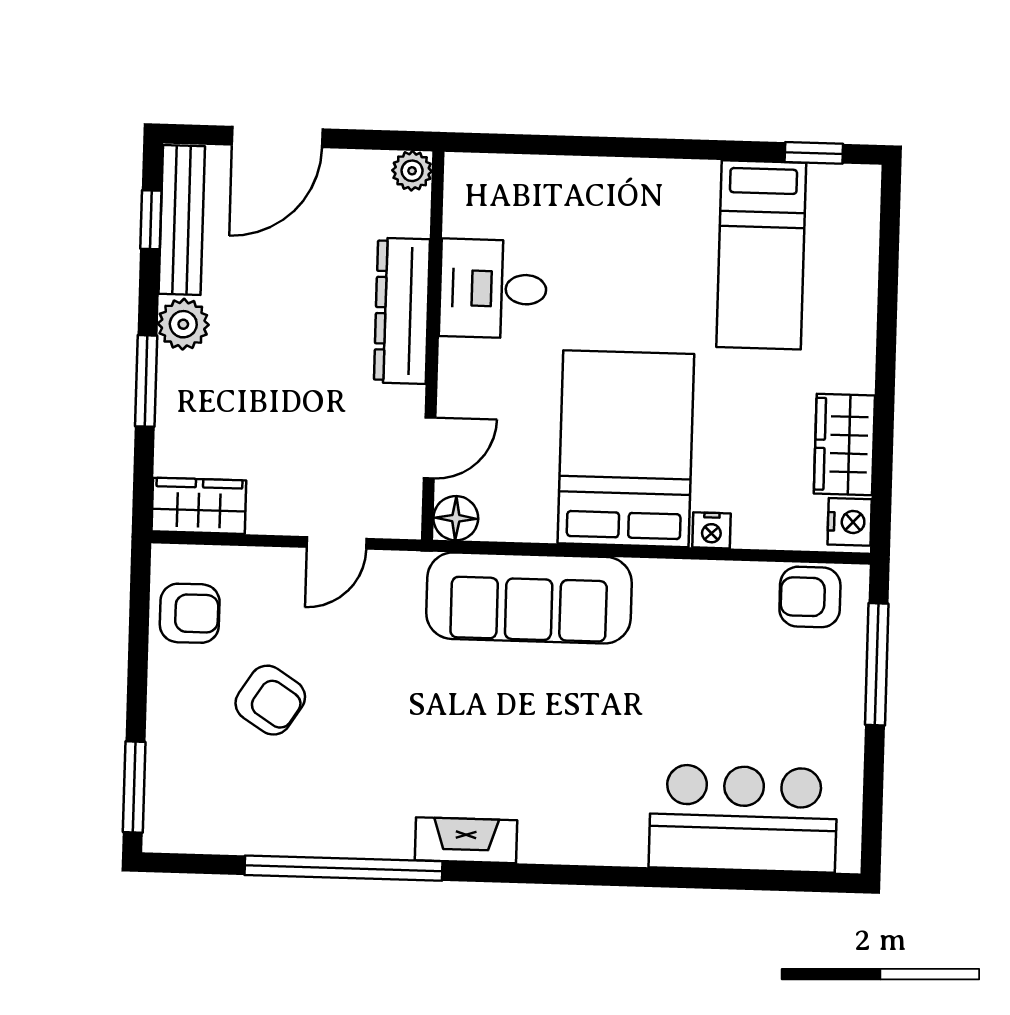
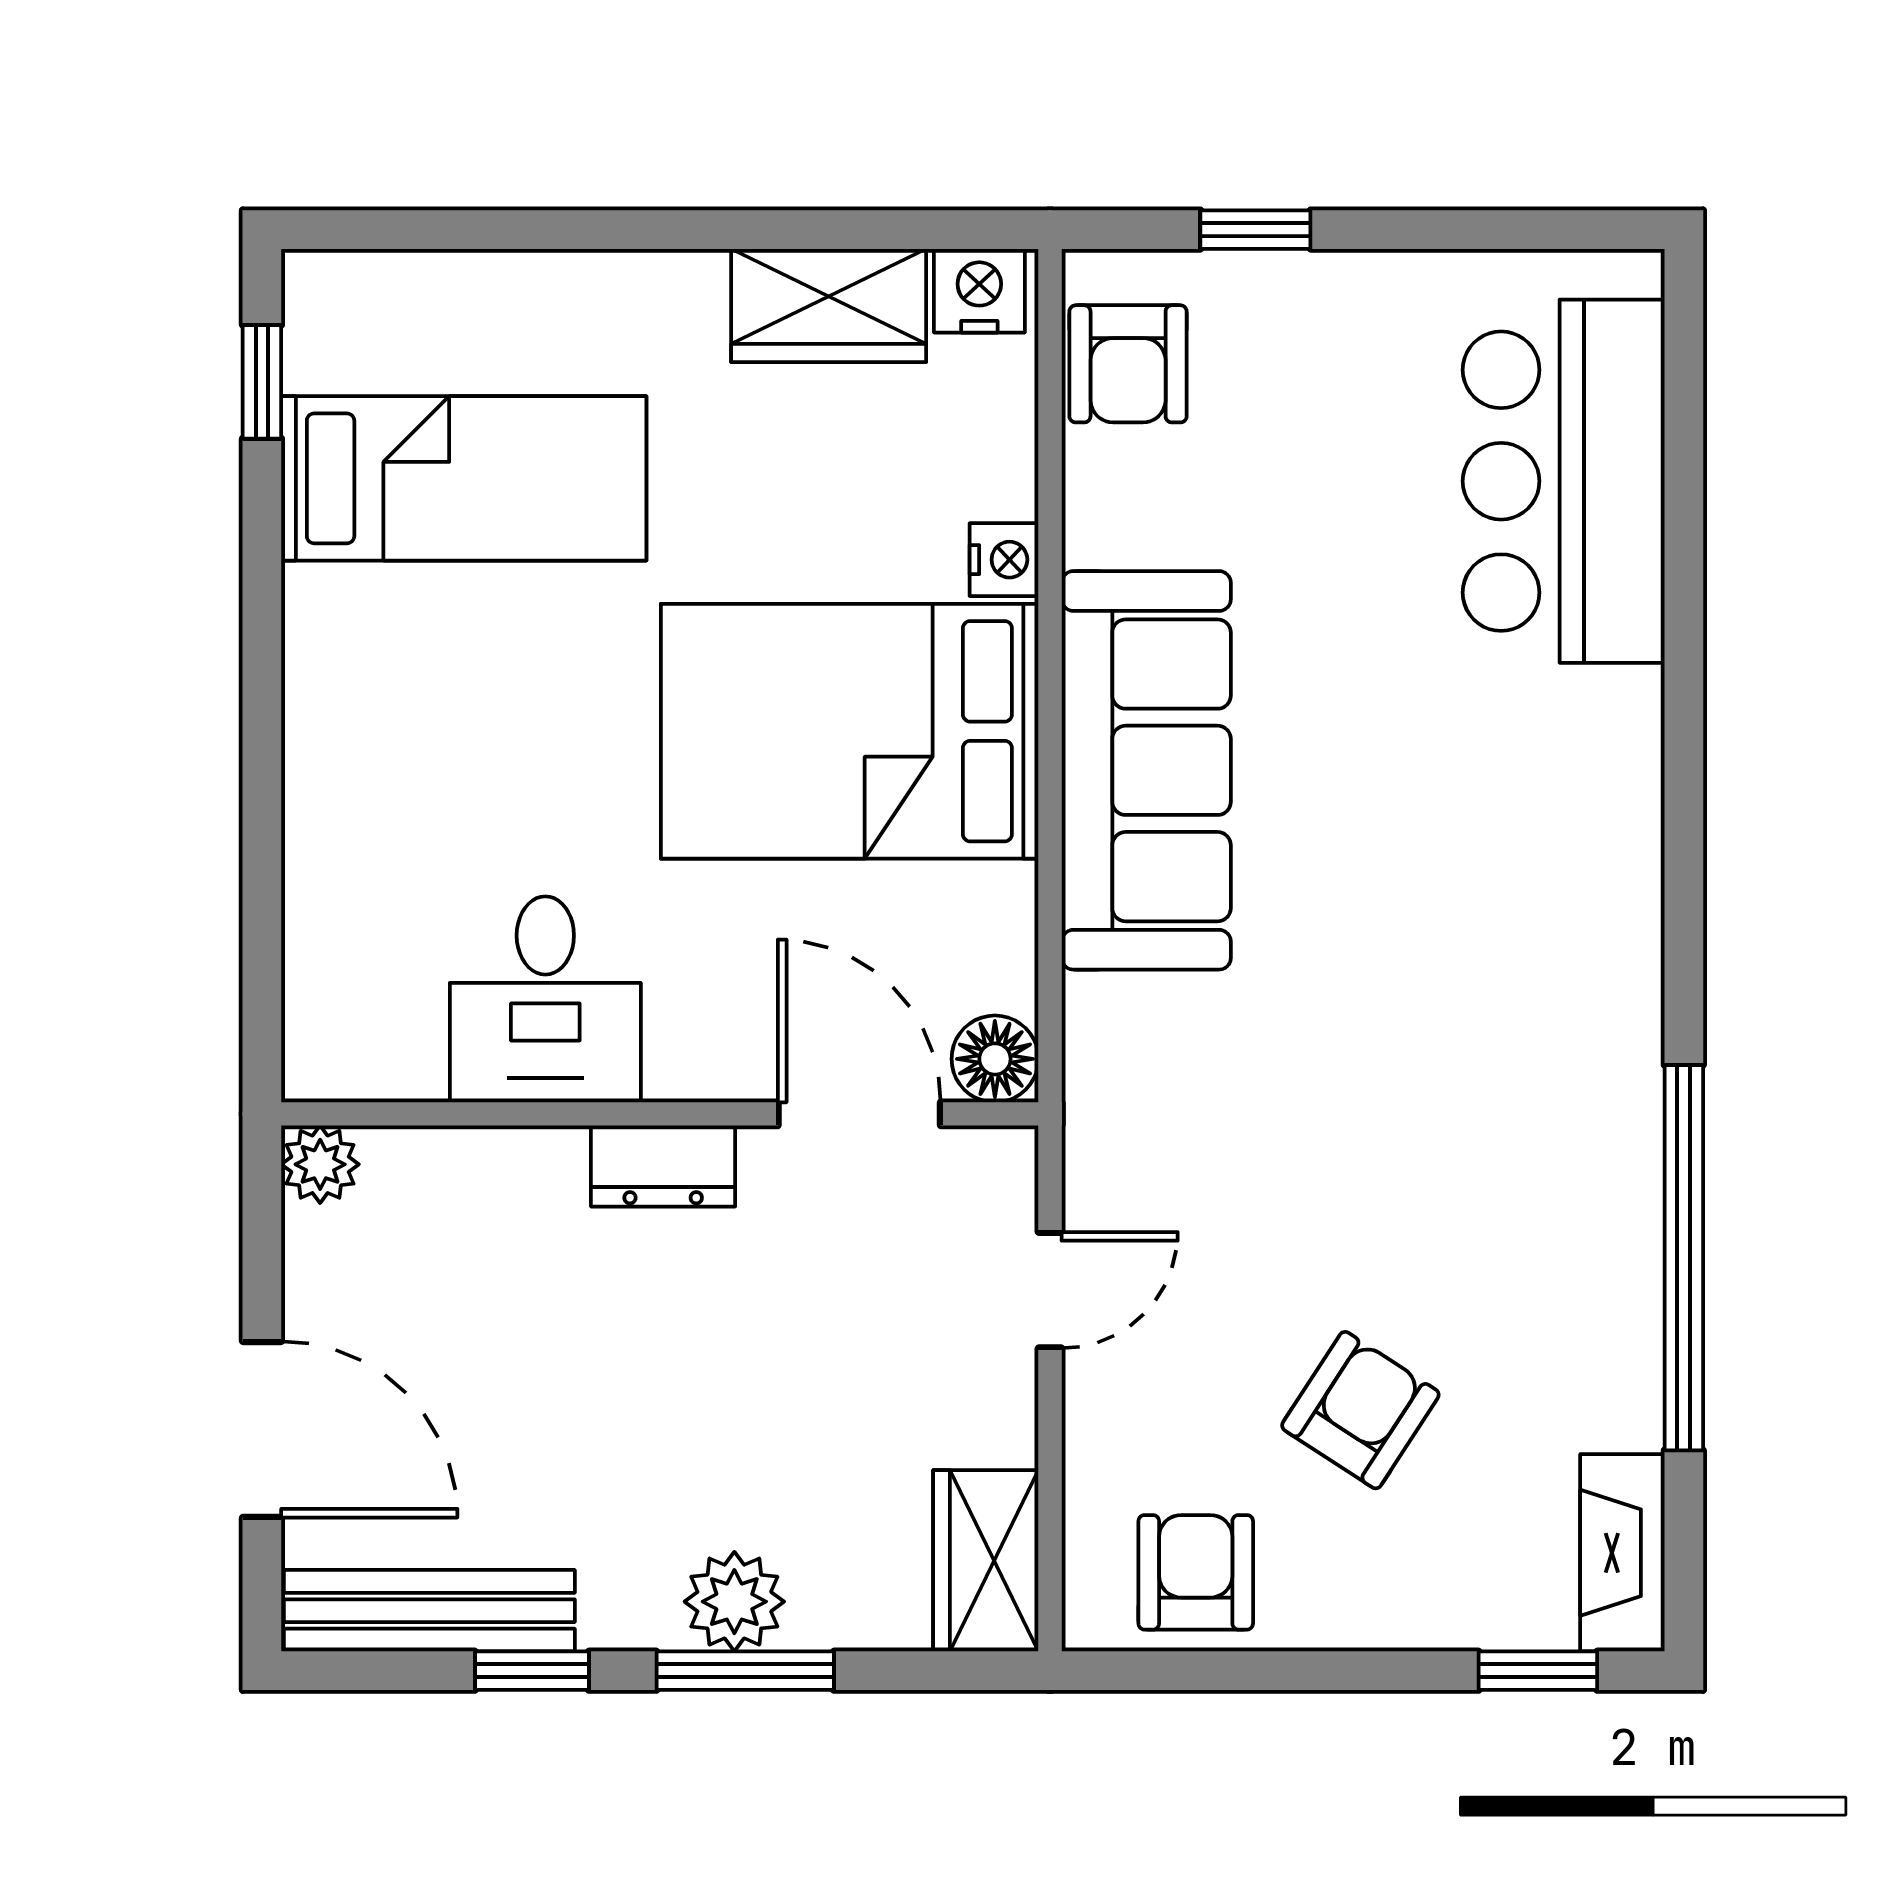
window: (151, 220) -> (532, 1671), moved
dresser: (402, 311) -> (663, 1166), width x0.51, depth x0.80
plant: (183, 324) -> (734, 1602), moved
door: (430, 448) -> (859, 1114), width x1.38
door: (336, 543) -> (1050, 1290), hinge flipped
sofa: (529, 598) -> (1146, 770), moved
window: (877, 664) -> (1255, 230), width x0.46
window: (134, 787) -> (1538, 1671), width x0.67
fireplace: (466, 840) -> (1622, 1553), moved

